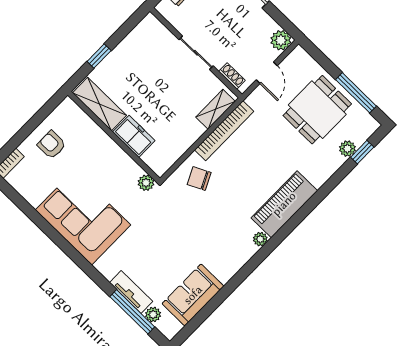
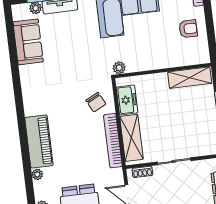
shelving: (215, 109) -> (131, 138), width x1.50, depth x1.33
freezer: (134, 136) -> (127, 100), moved, turned -90
chair: (199, 178) -> (96, 102), turned 89
plant: (260, 239) -> (37, 174), moved

